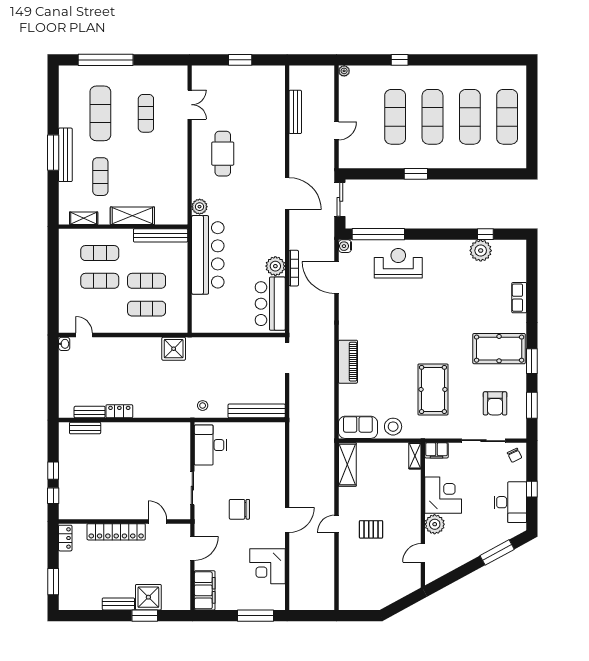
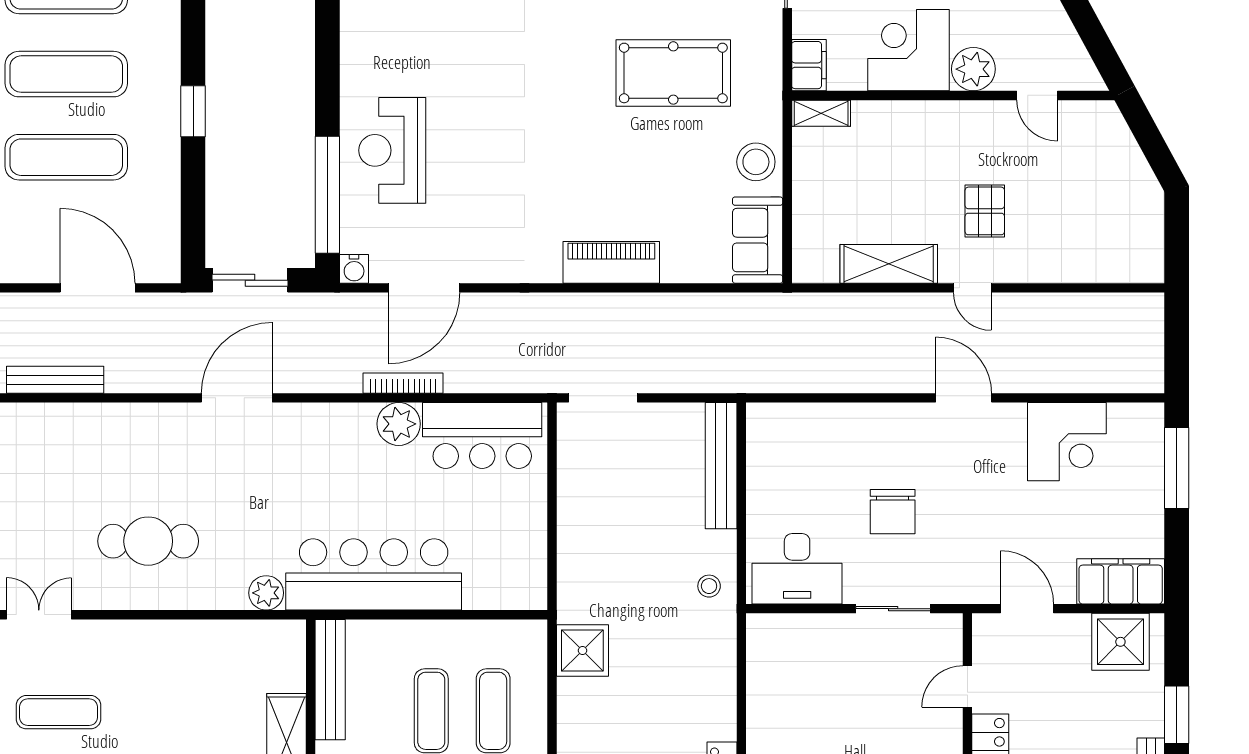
door: (336, 131) -> (98, 288), width x1.88
shelving: (347, 465) -> (889, 264), moved
chair: (239, 509) -> (893, 512), moved
shower: (148, 597) -> (1120, 642), moved

